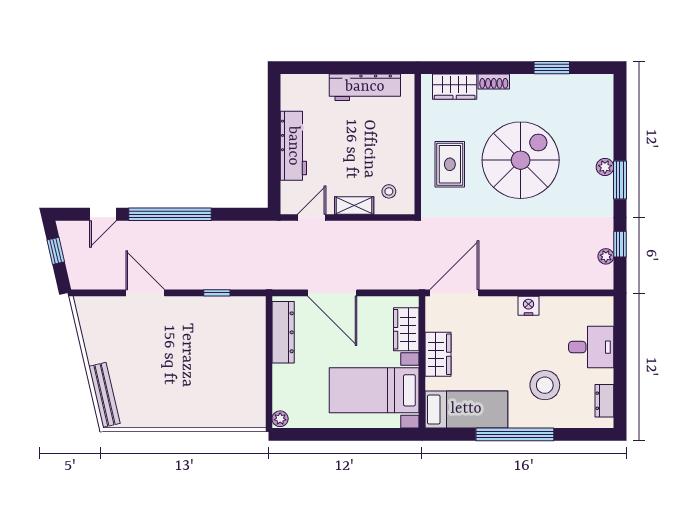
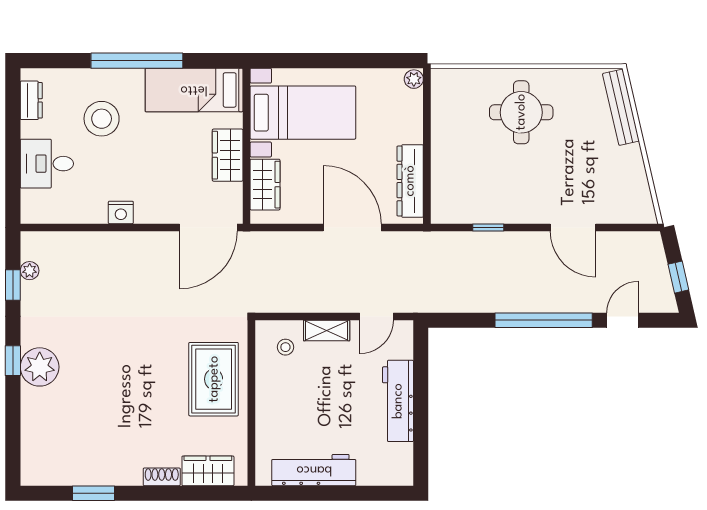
spiral stairs: (521, 160) -> (130, 384), removed
rug: (450, 164) -> (214, 379), width x1.36, depth x1.43
plant: (605, 167) -> (40, 367), width x1.87, depth x1.87
window: (620, 180) -> (13, 361), width x0.67
round table: (189, 391) -> (521, 112), added

